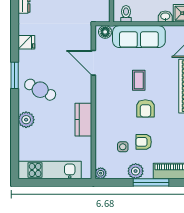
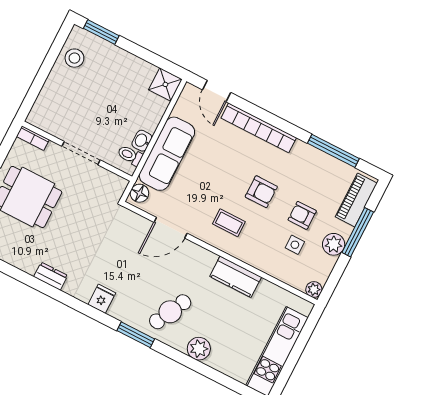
washbasin: (165, 17) -> (142, 141), moved
coffee table: (139, 80) -> (229, 223), moved
armchair: (144, 142) -> (302, 215), turned 90

